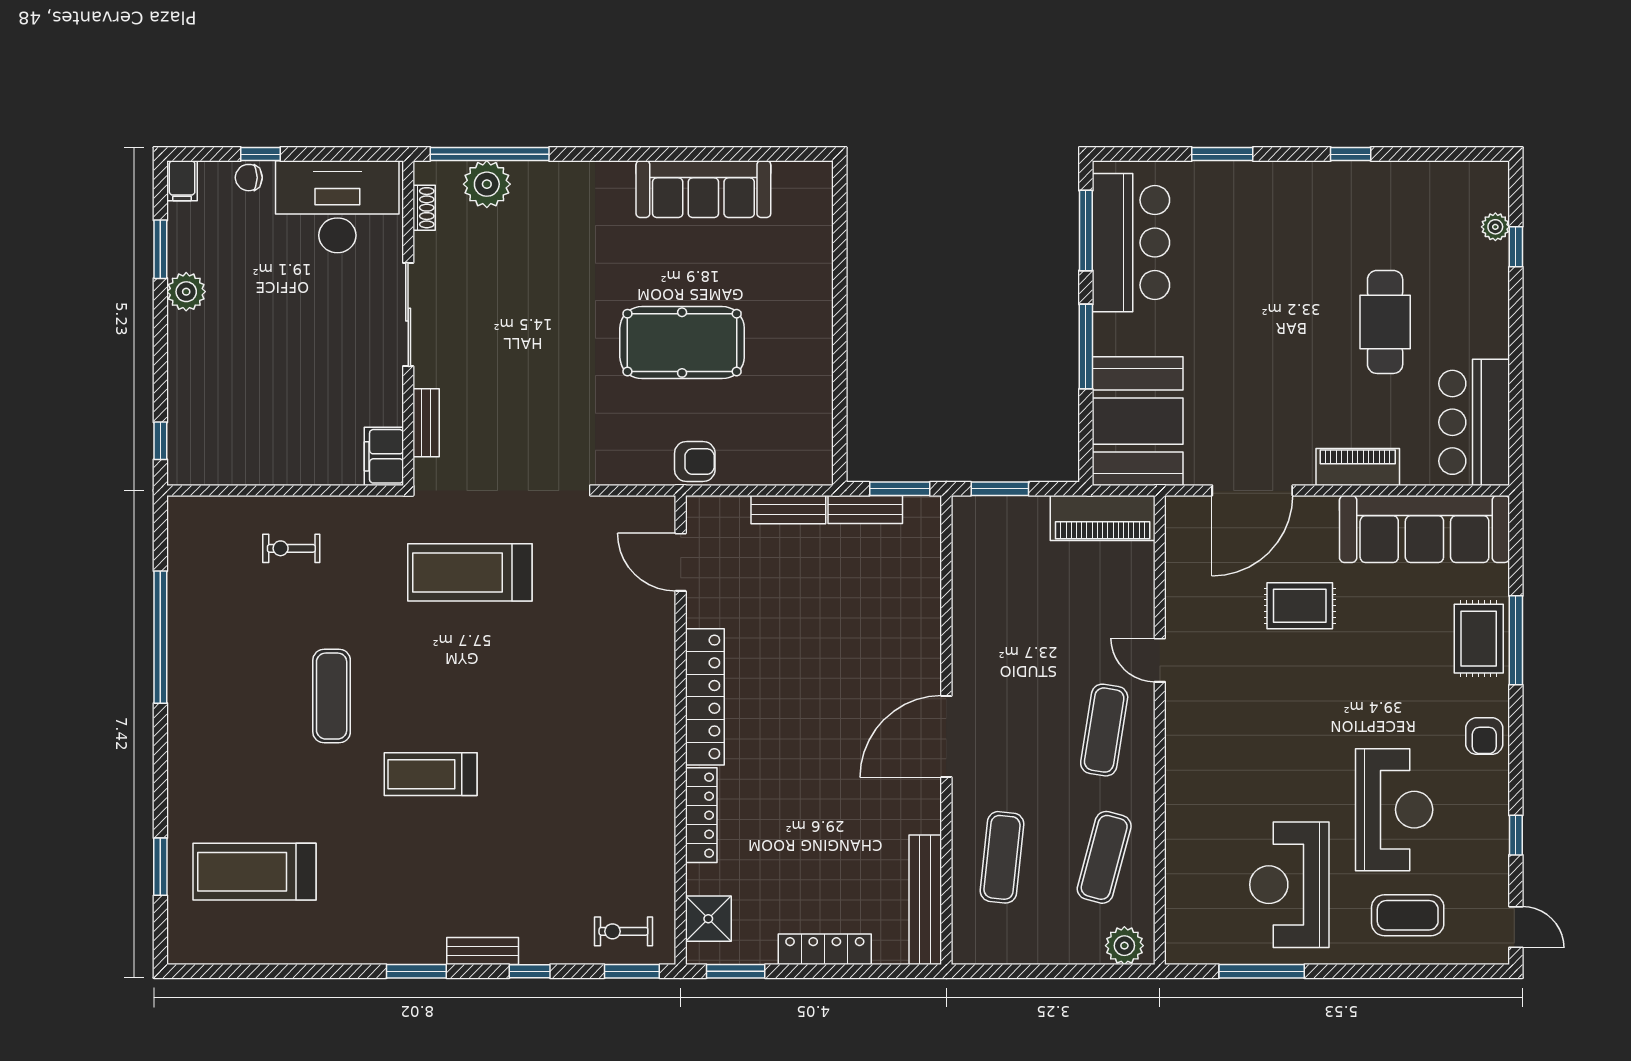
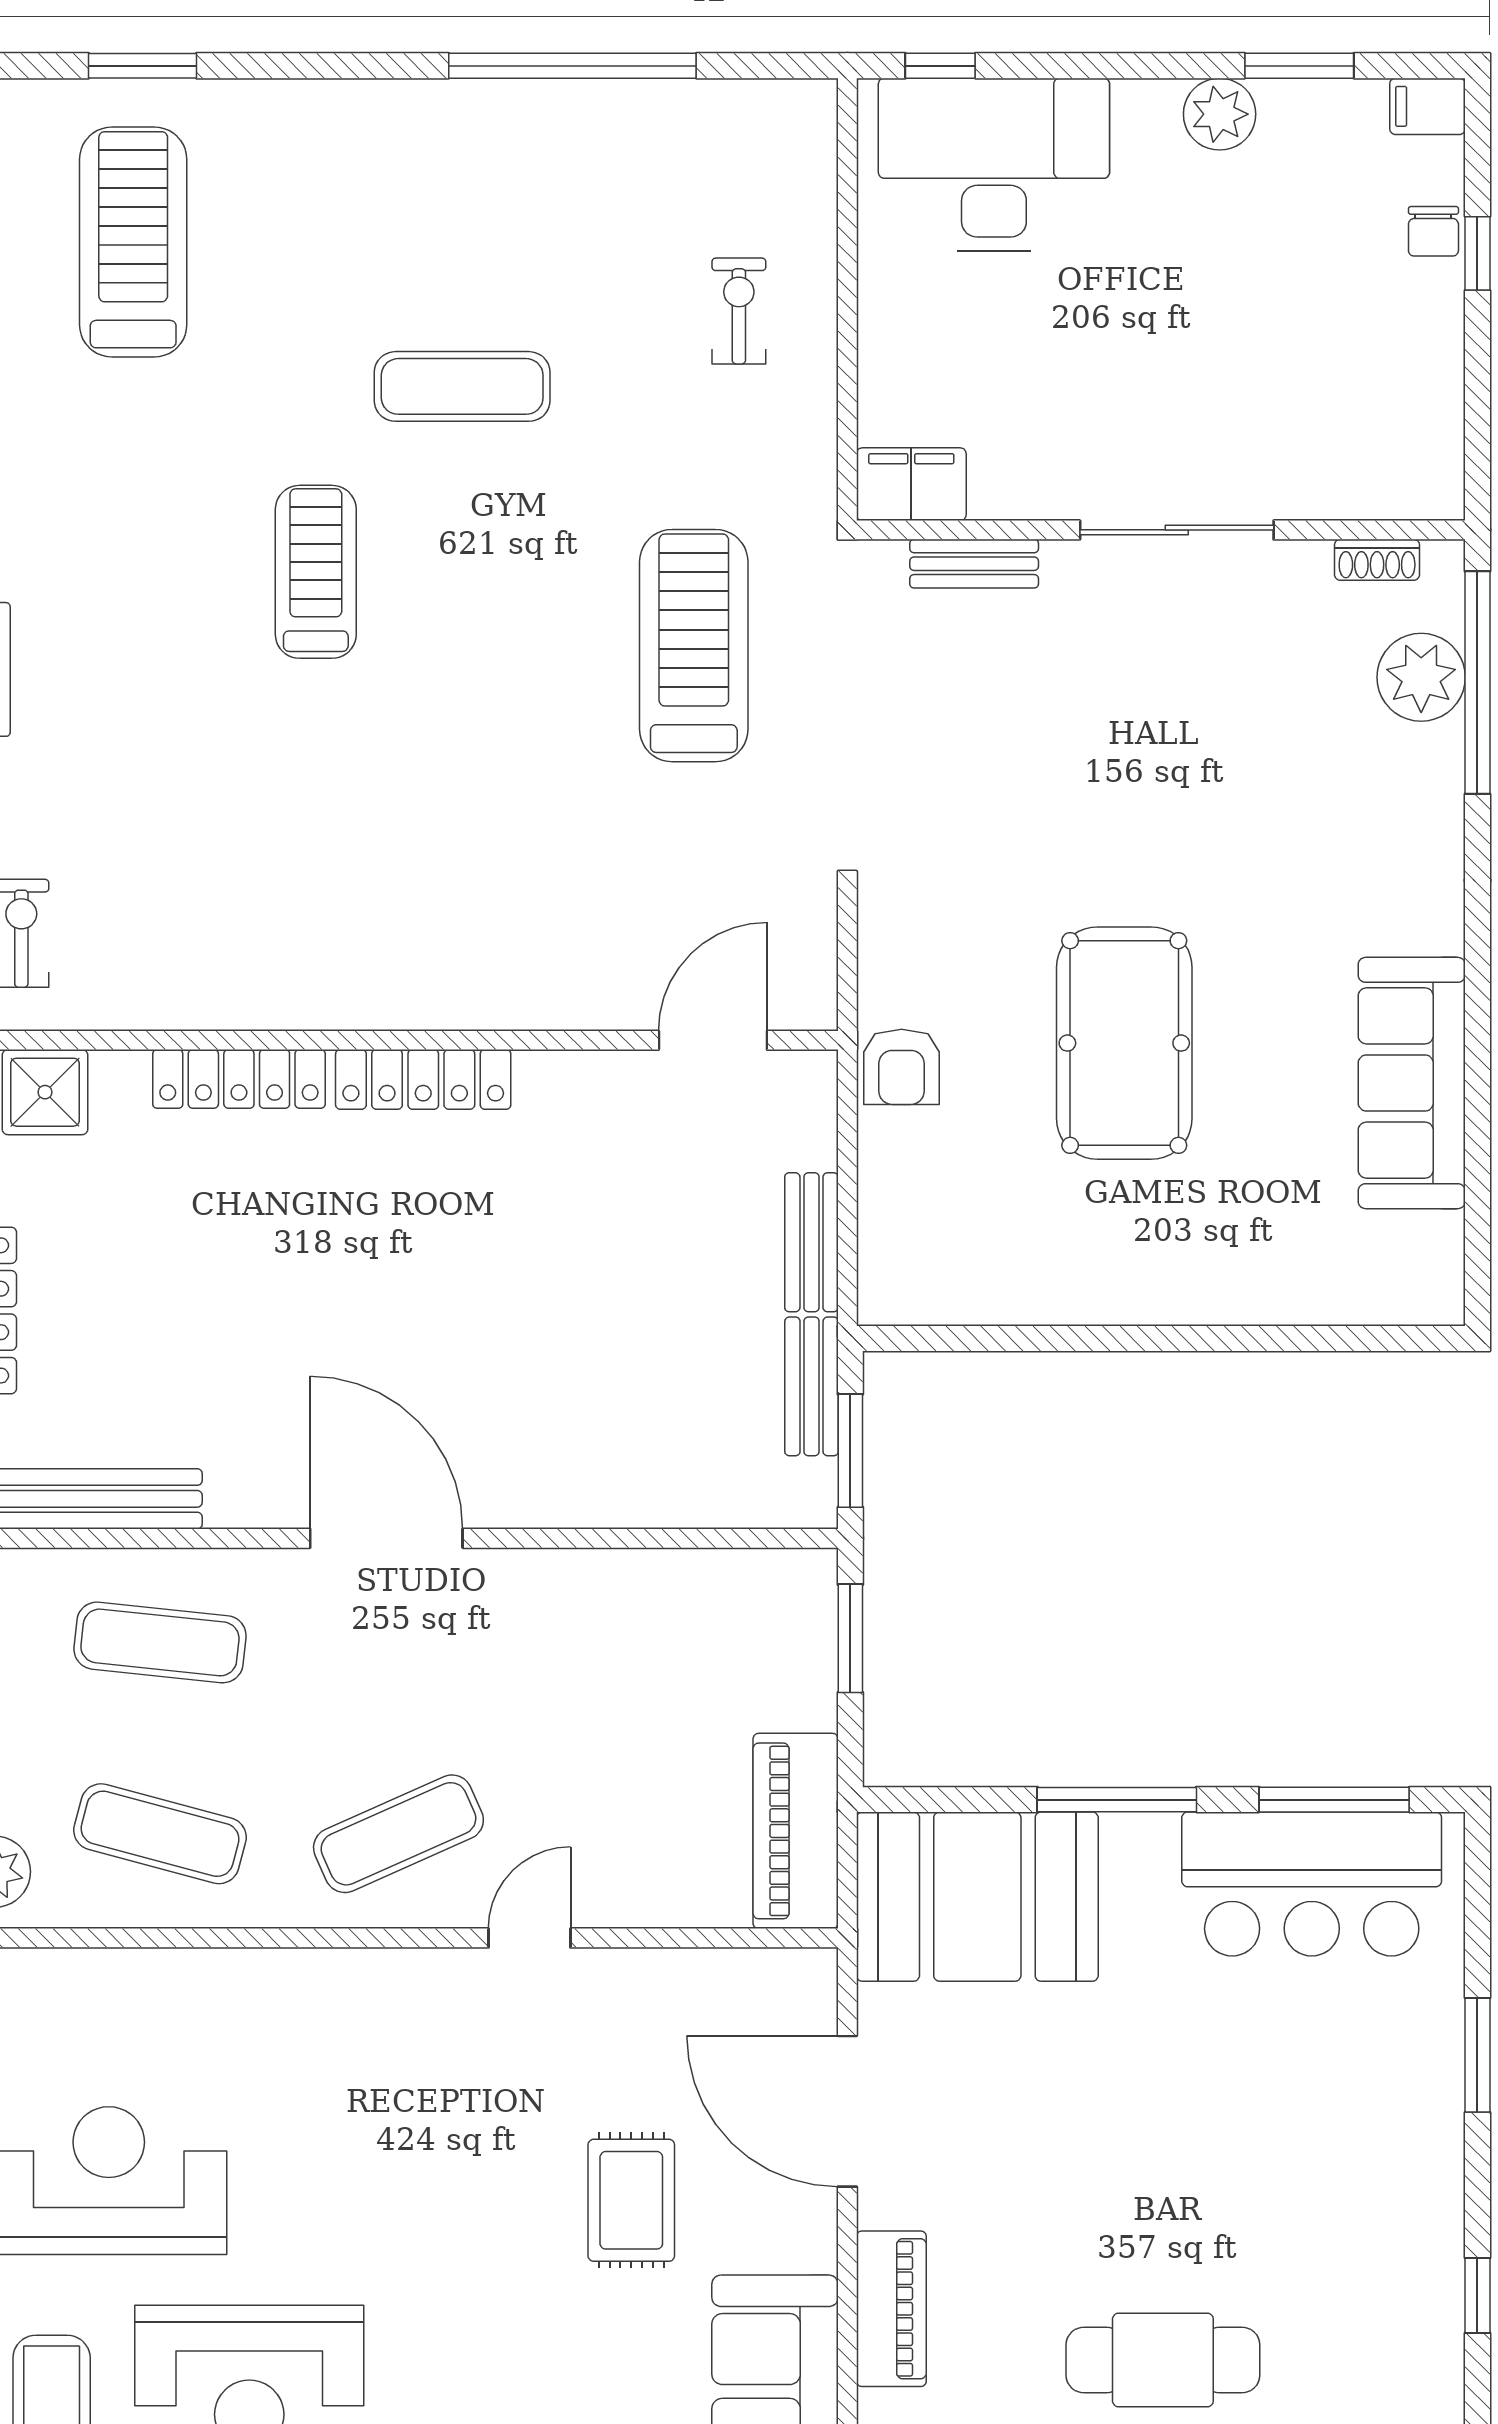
chair: (249, 178) -> (1433, 231), turned 180
desk: (337, 207) -> (994, 165), moved, turned -90
locker: (705, 697) -> (423, 1079), width x0.71, depth x0.83
exercise mat: (1104, 730) -> (398, 1834), turned -33

